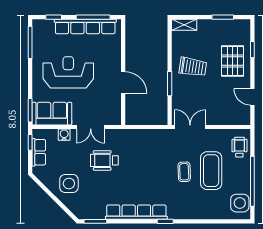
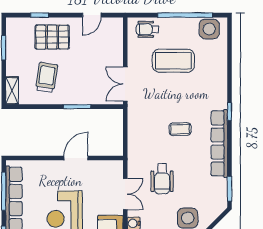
trolley: (193, 67) -> (47, 77), moved
coffee table: (184, 172) -> (180, 129), moved

